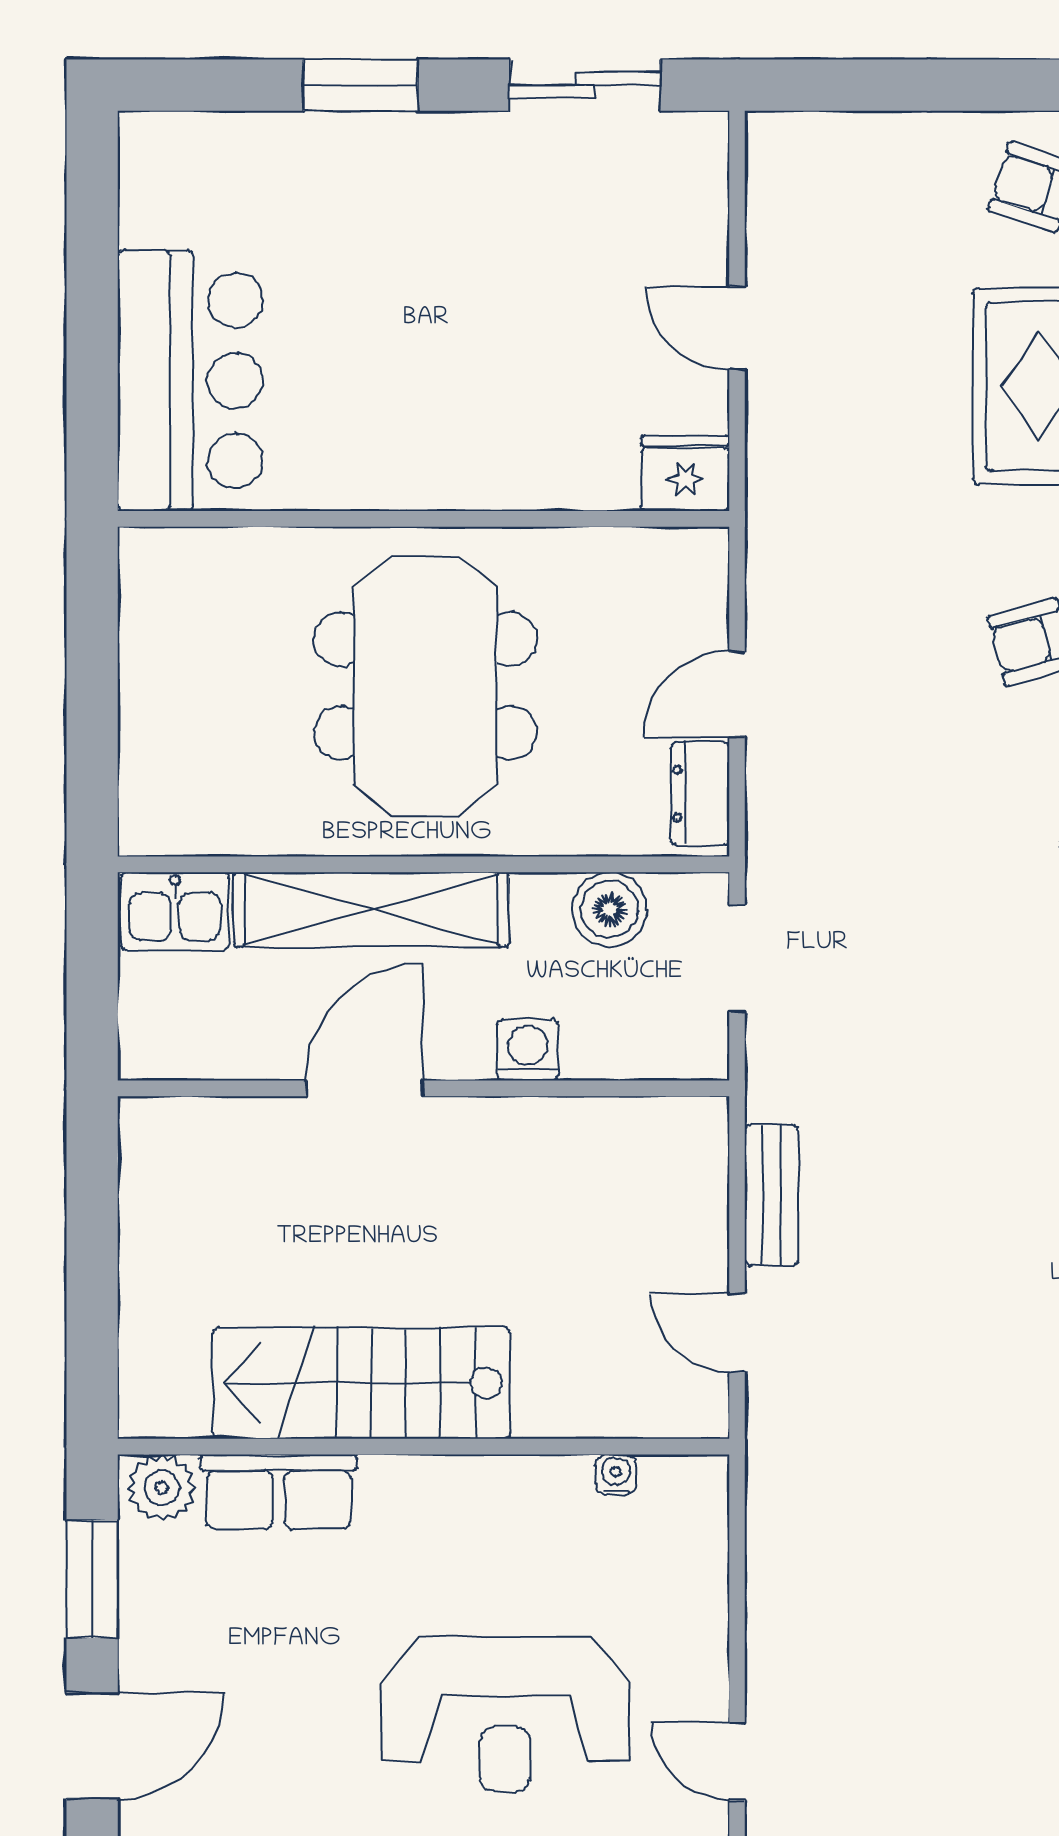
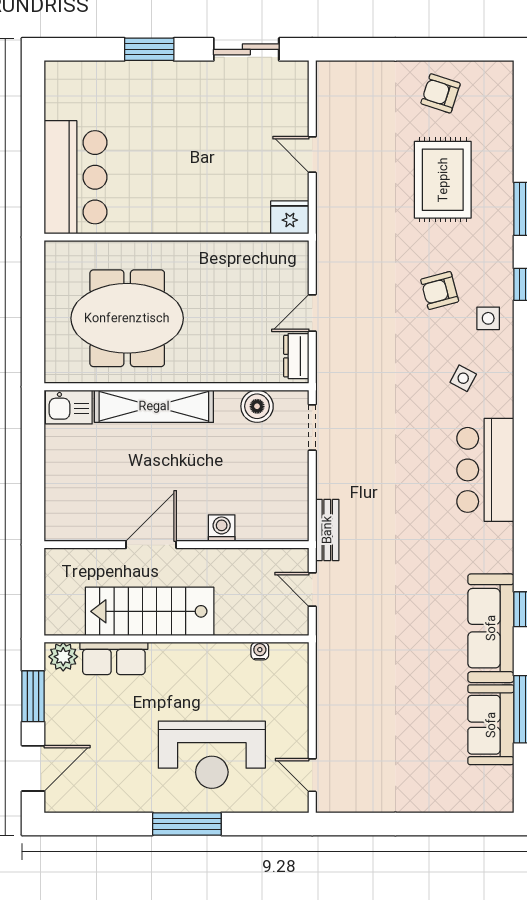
meeting table: (425, 686) -> (127, 318), moved, turned 90
washing machine: (528, 1050) -> (222, 528), moved
door: (365, 1088) -> (151, 545), moved
wall: (424, 1088) -> (177, 545), moved

